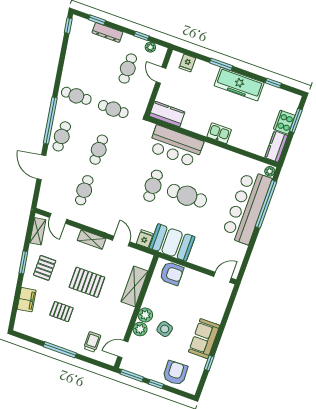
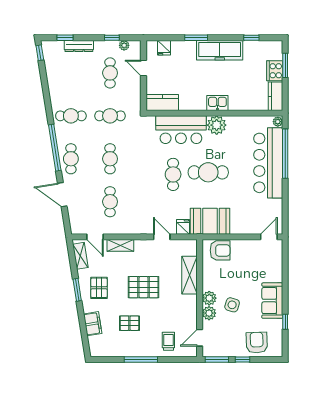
plant: (211, 154) -> (217, 125), added
shelving: (92, 239) -> (120, 245), moved

